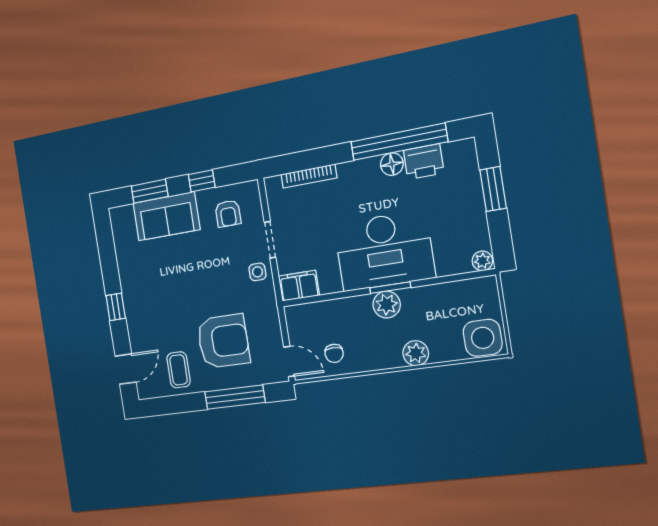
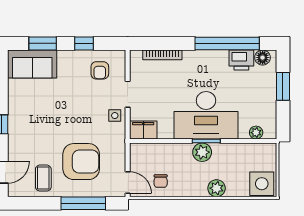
floor lamp: (392, 164) -> (263, 58), moved
sofa: (166, 216) -> (32, 64), moved
plant: (482, 261) -> (256, 133), moved

